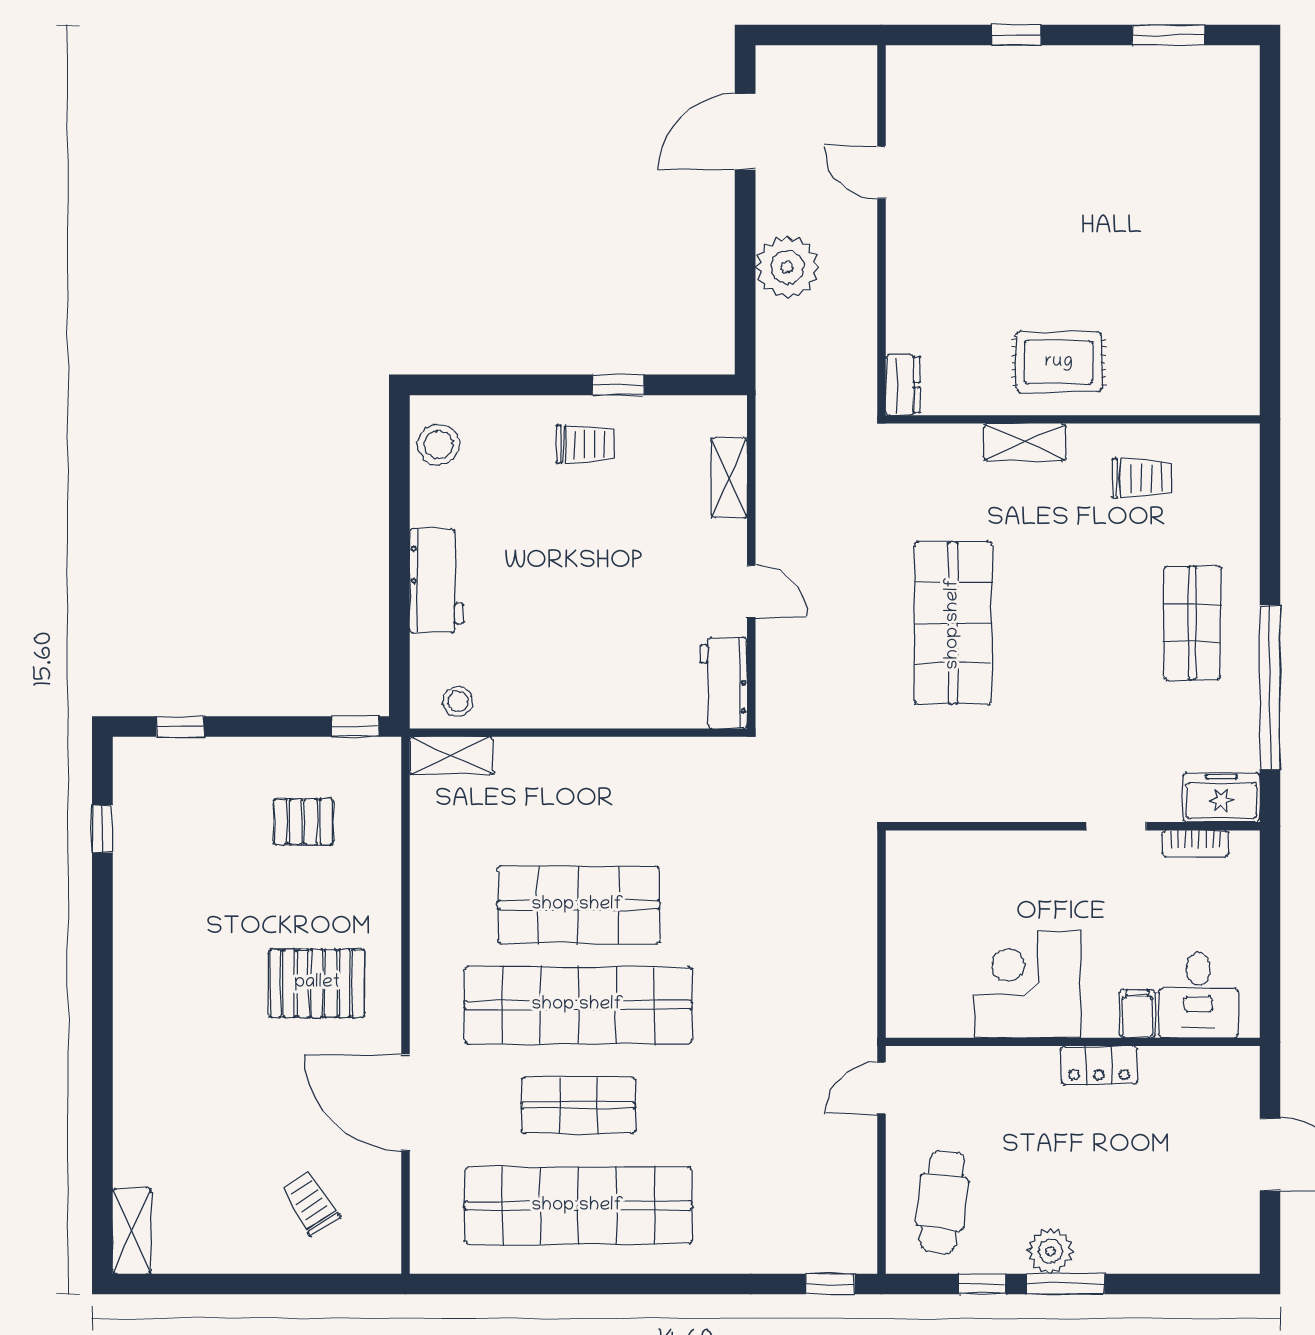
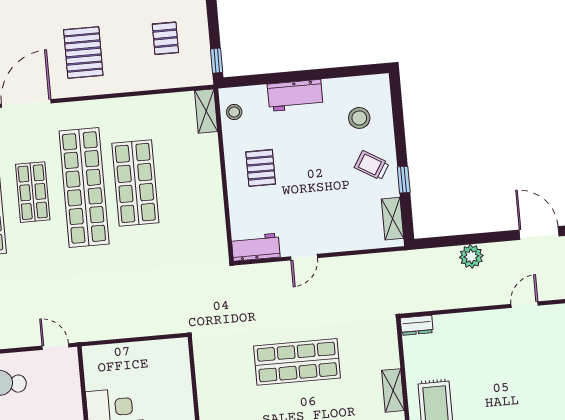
plant: (787, 267) -> (471, 256), width x0.73, depth x0.73
trolley: (585, 444) -> (372, 165), turned 121
stool: (438, 445) -> (359, 118), moved
shelving: (729, 478) -> (393, 219), moved, turned 90
pallet: (571, 660) -> (261, 168), added

